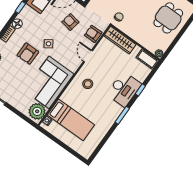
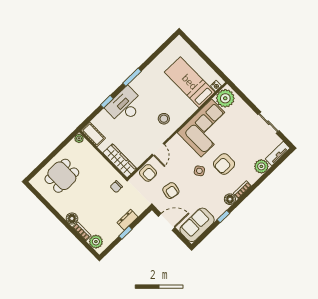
armchair: (28, 54) -> (224, 164), turned 180

